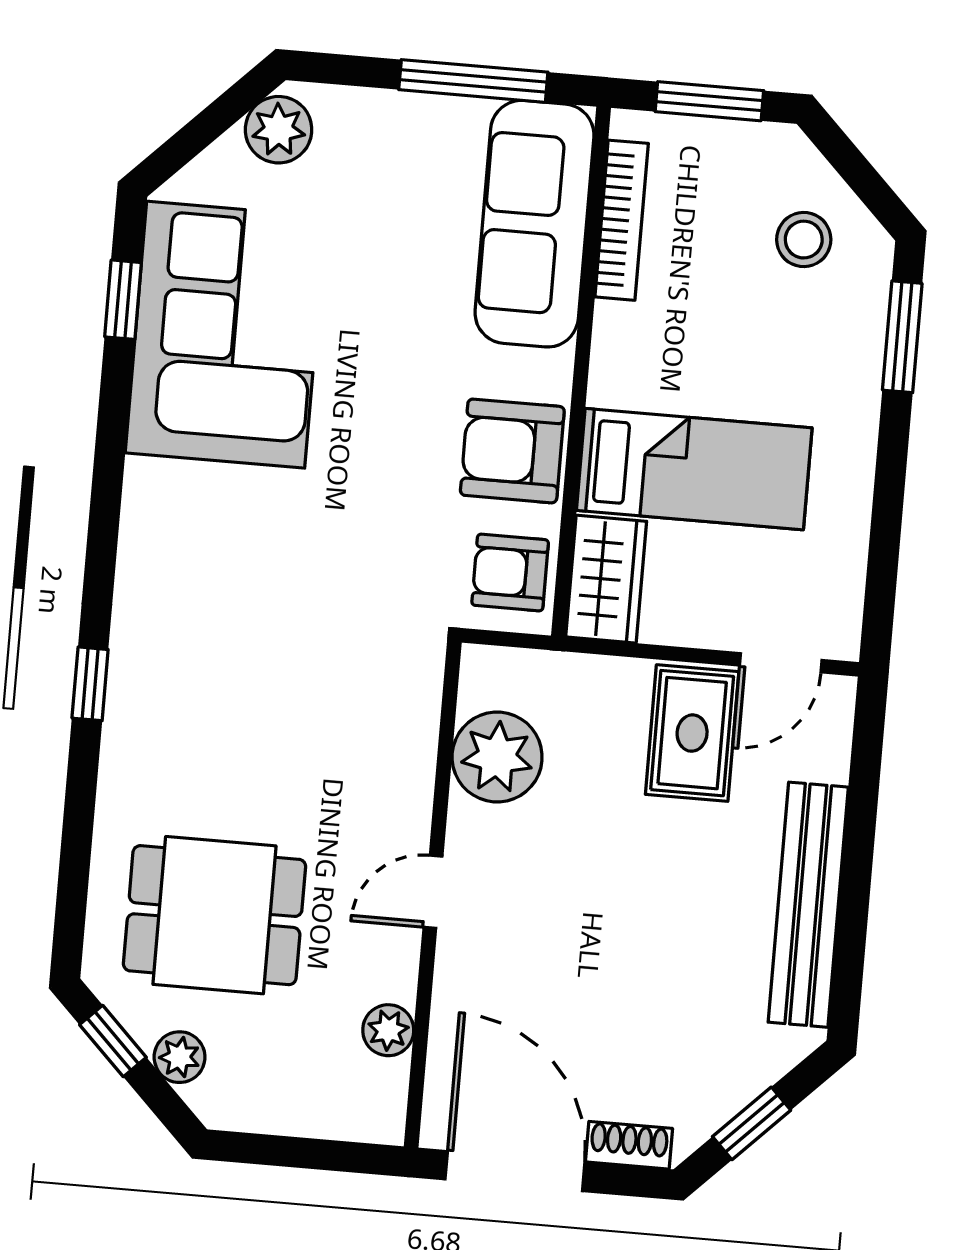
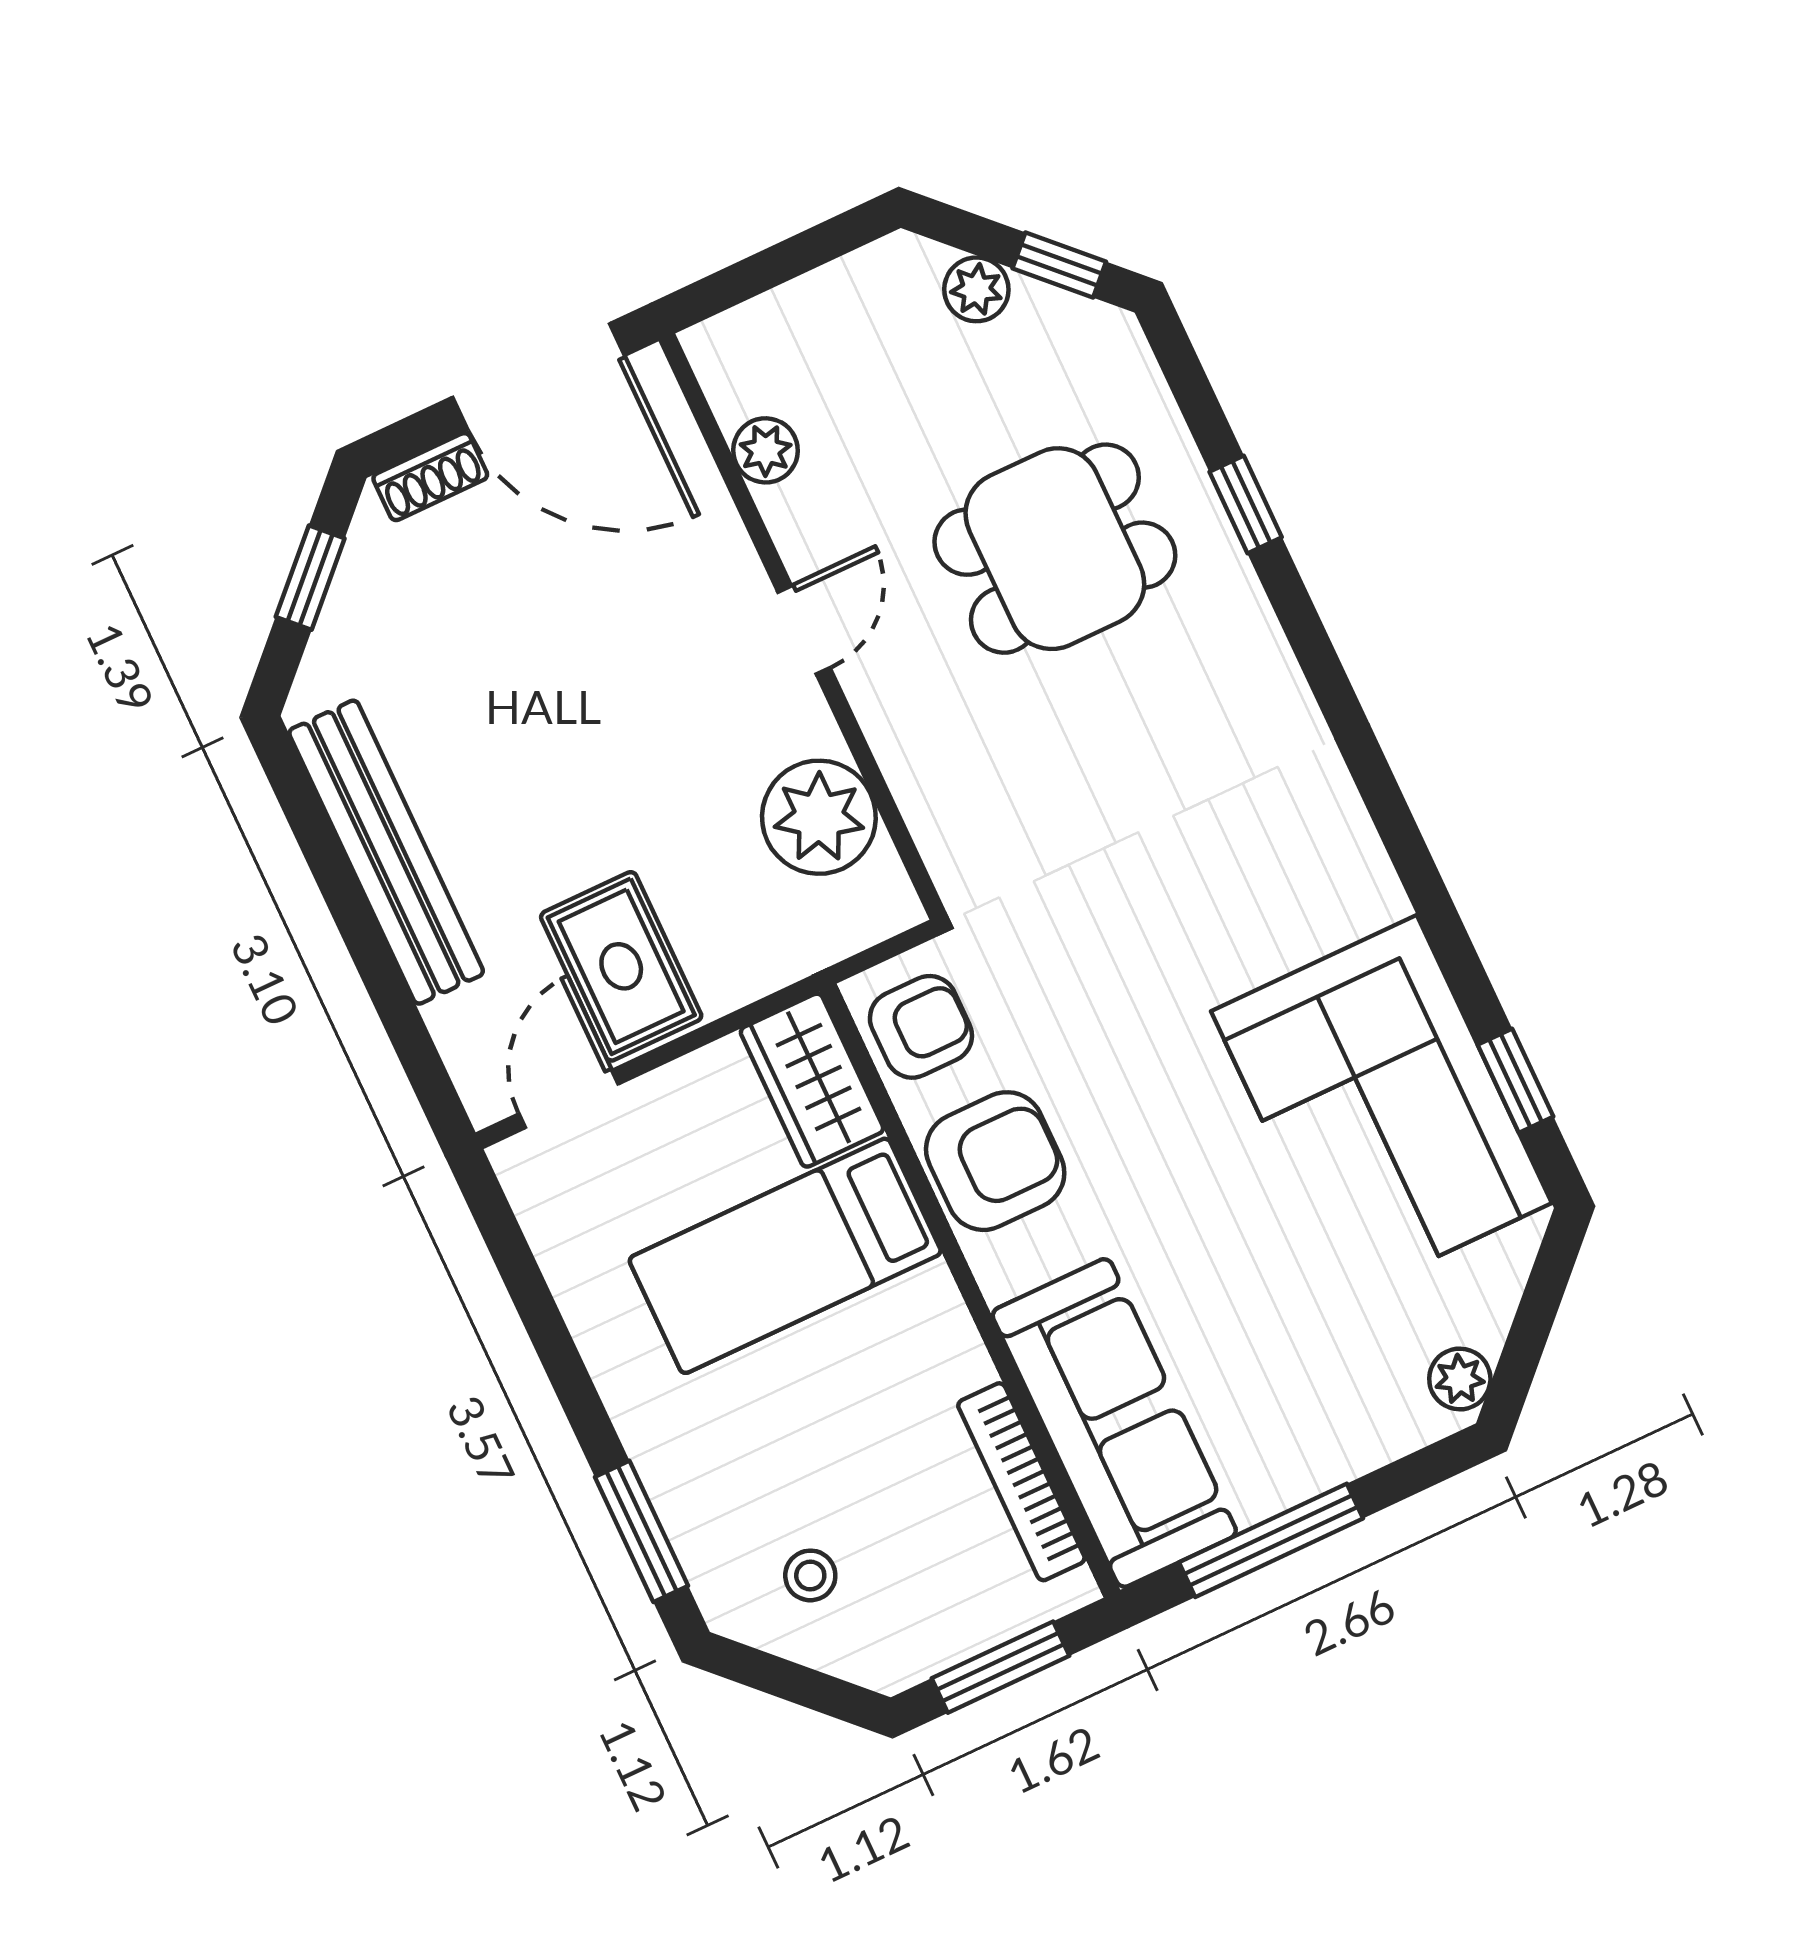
plant: (279, 130) -> (1460, 1379), width x0.73, depth x0.73
stool: (804, 240) -> (810, 1575), width x0.73, depth x0.73
window: (90, 684) -> (1246, 504), moved
dining table: (215, 915) -> (1055, 549), moved

